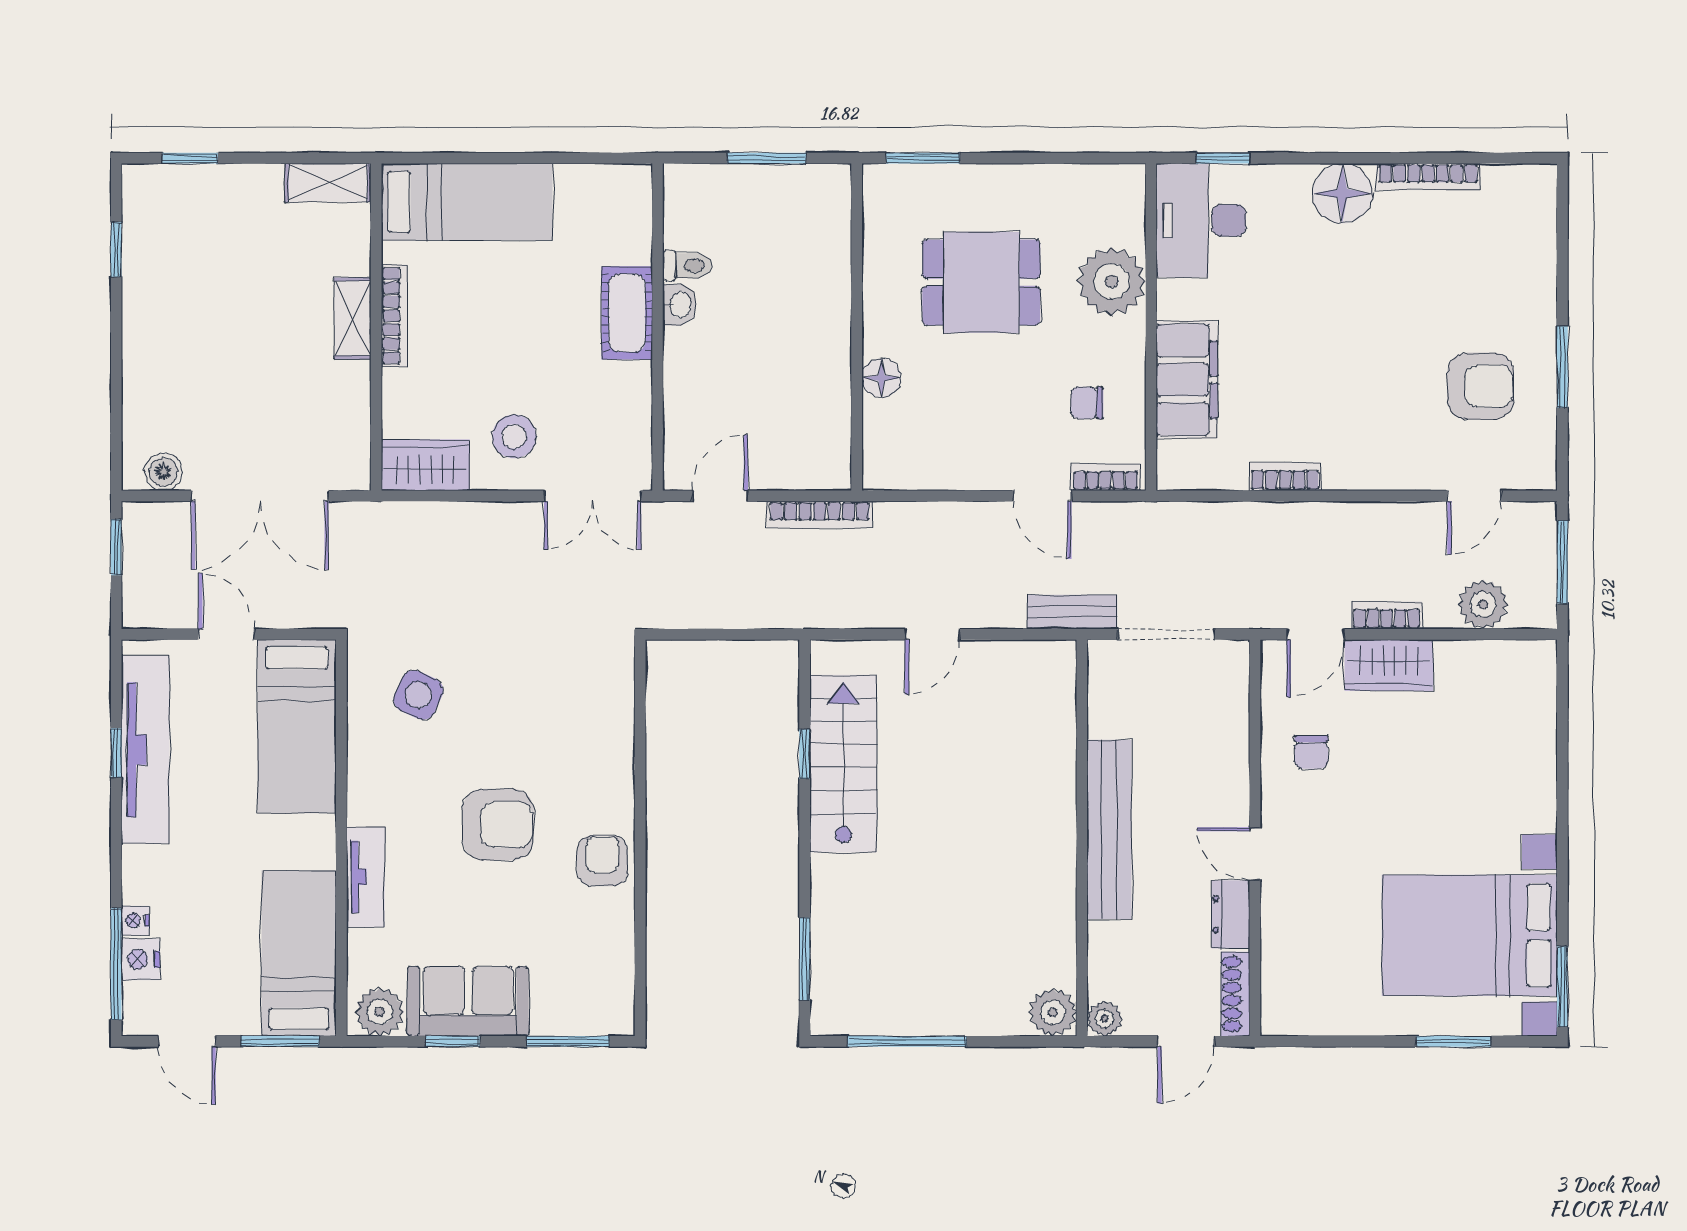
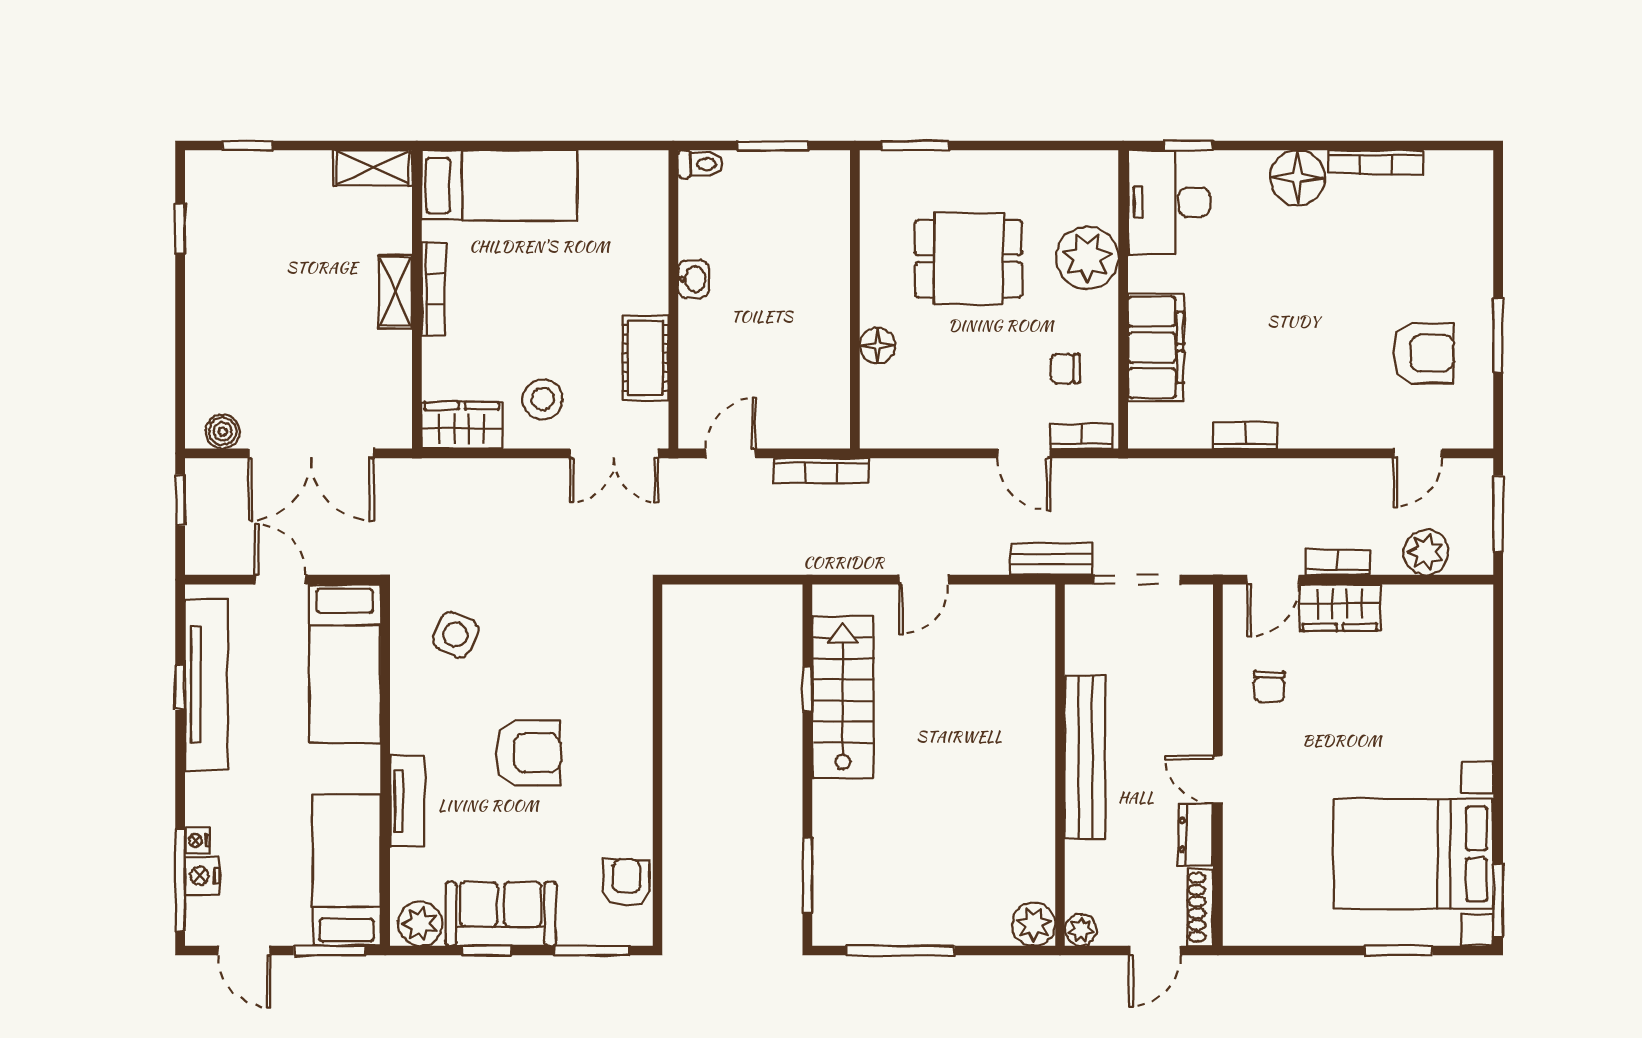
toilet: (687, 266) -> (700, 164), moved
cot: (627, 313) -> (646, 358), moved
armchair: (602, 861) -> (626, 882), moved

